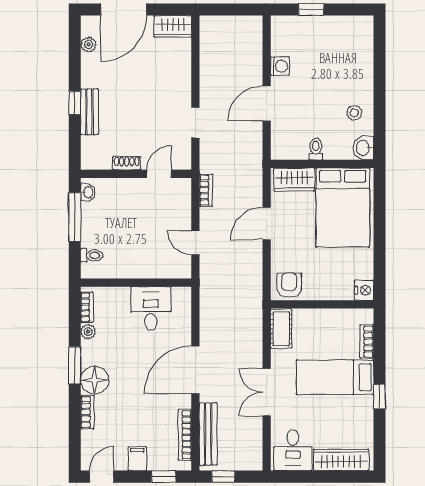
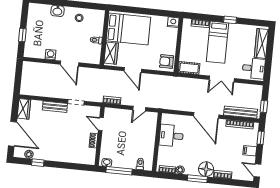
window: (75, 103) -> (38, 163), moved
bench: (89, 112) -> (55, 107), moved
washbasin: (363, 148) -> (57, 11), moved

